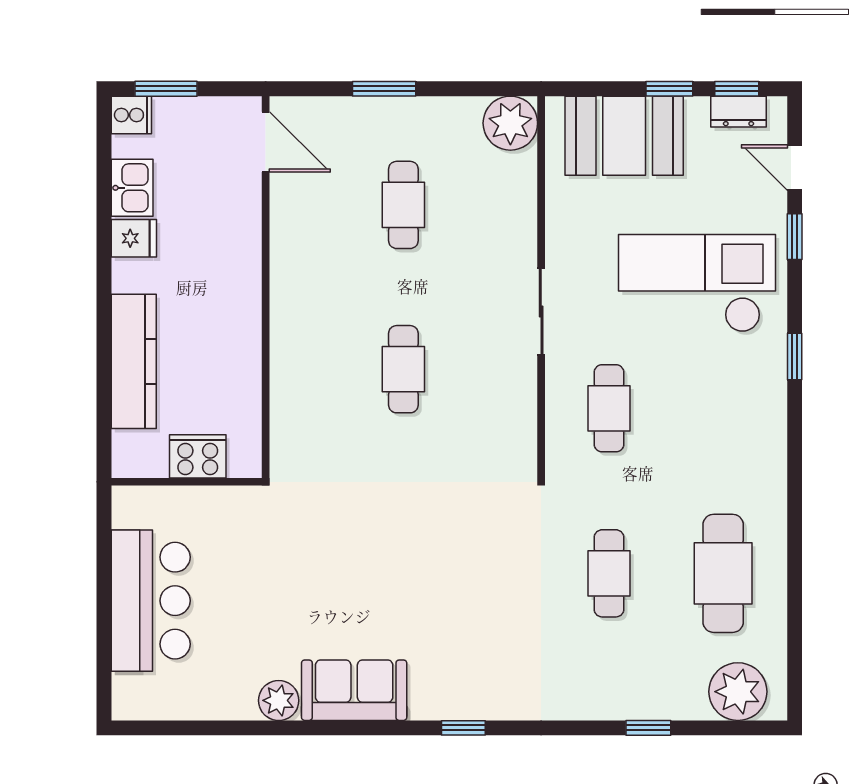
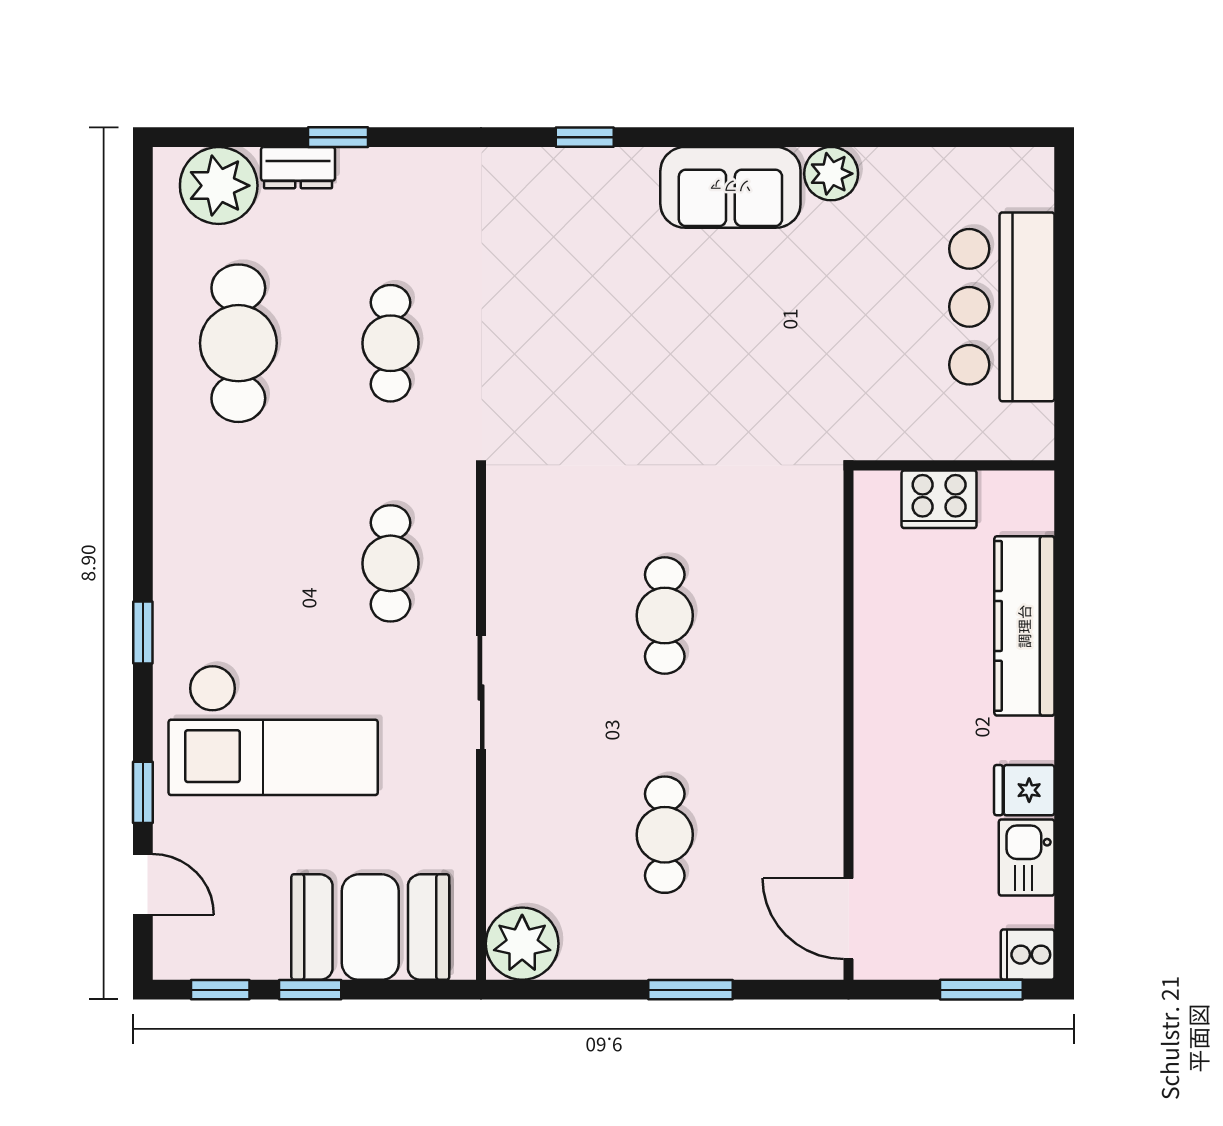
dresser: (738, 112) -> (298, 168), moved, turned 180

